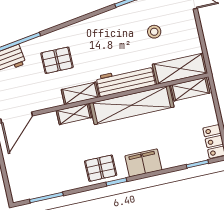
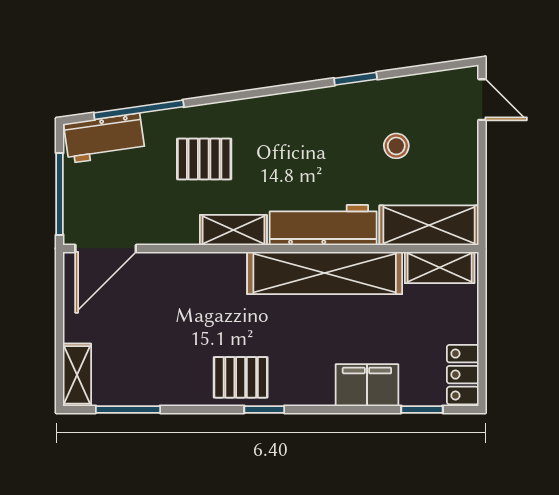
shelving: (74, 114) -> (77, 375), moved, turned 90
filing cabinet: (143, 163) -> (367, 385), moved

